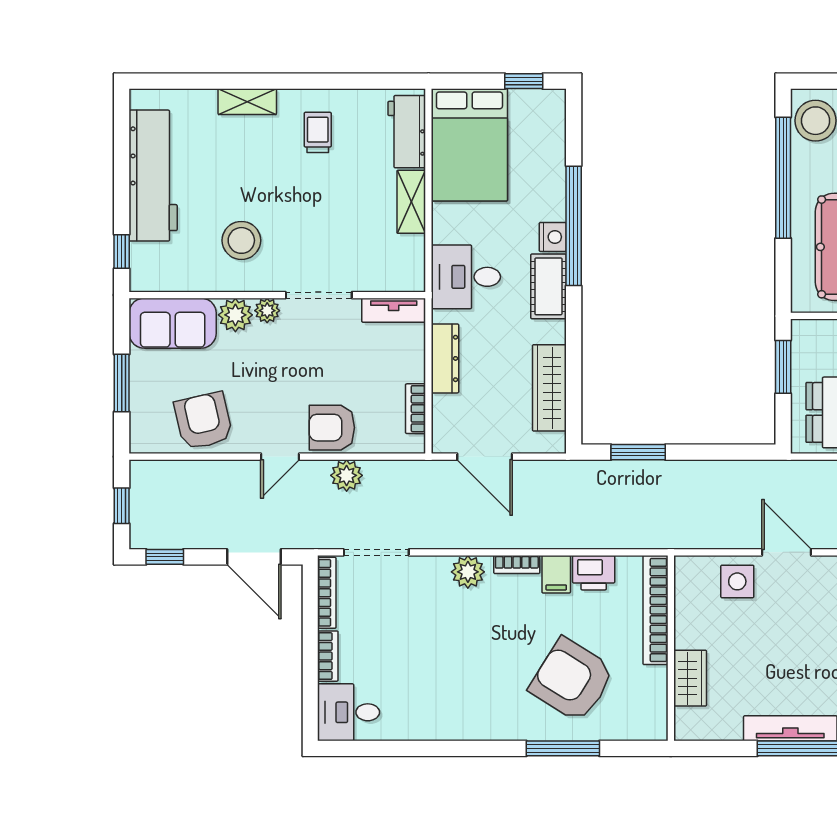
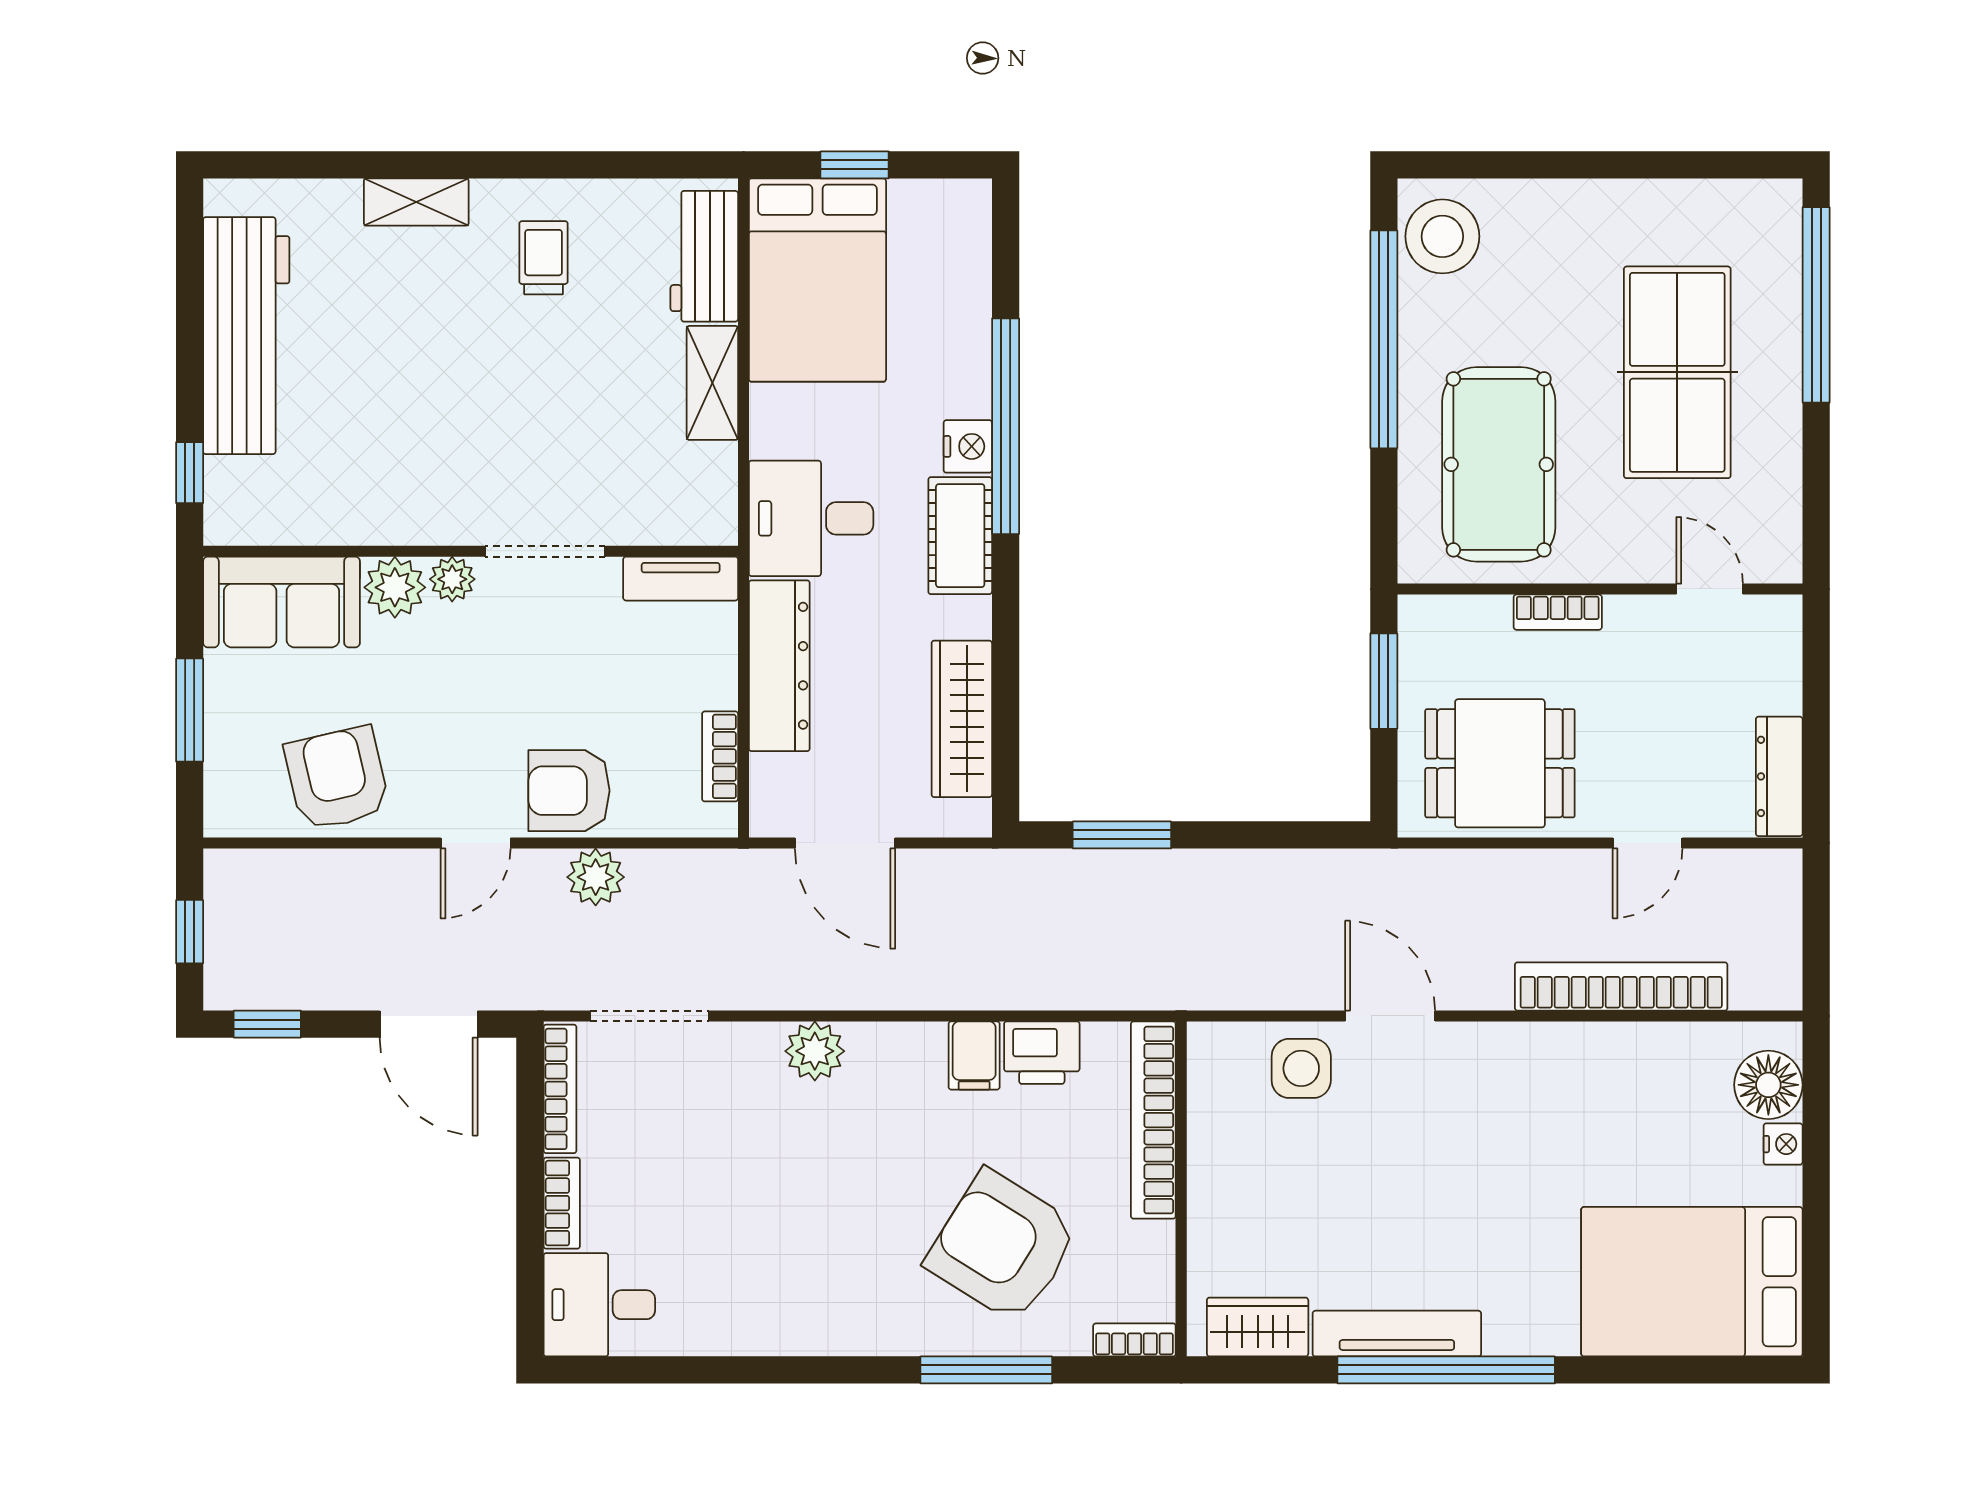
window: (524, 81) -> (855, 165), moved
stool: (241, 240) -> (406, 453), removed
dresser: (445, 358) -> (779, 666), width x1.37, depth x1.24
bookcase: (517, 565) -> (1134, 1340), moved, turned 180
wardrobe: (690, 678) -> (1258, 1327), moved, turned -90

